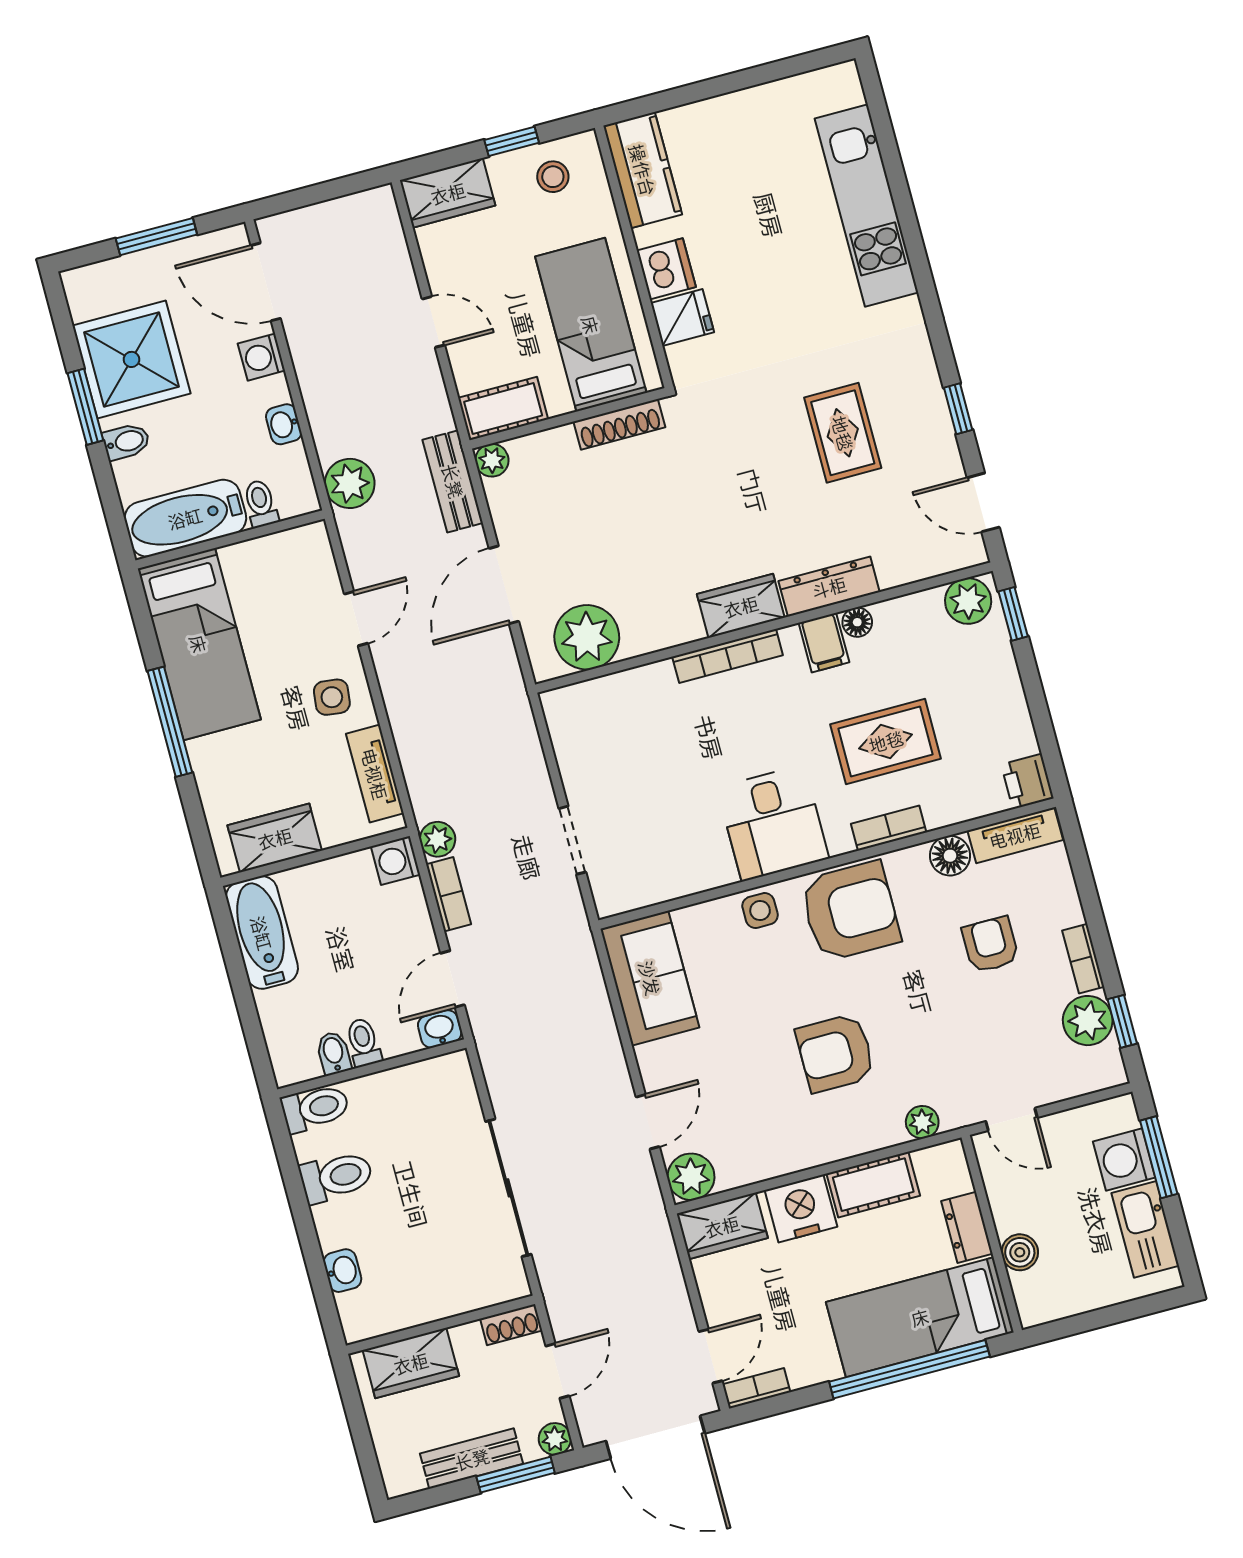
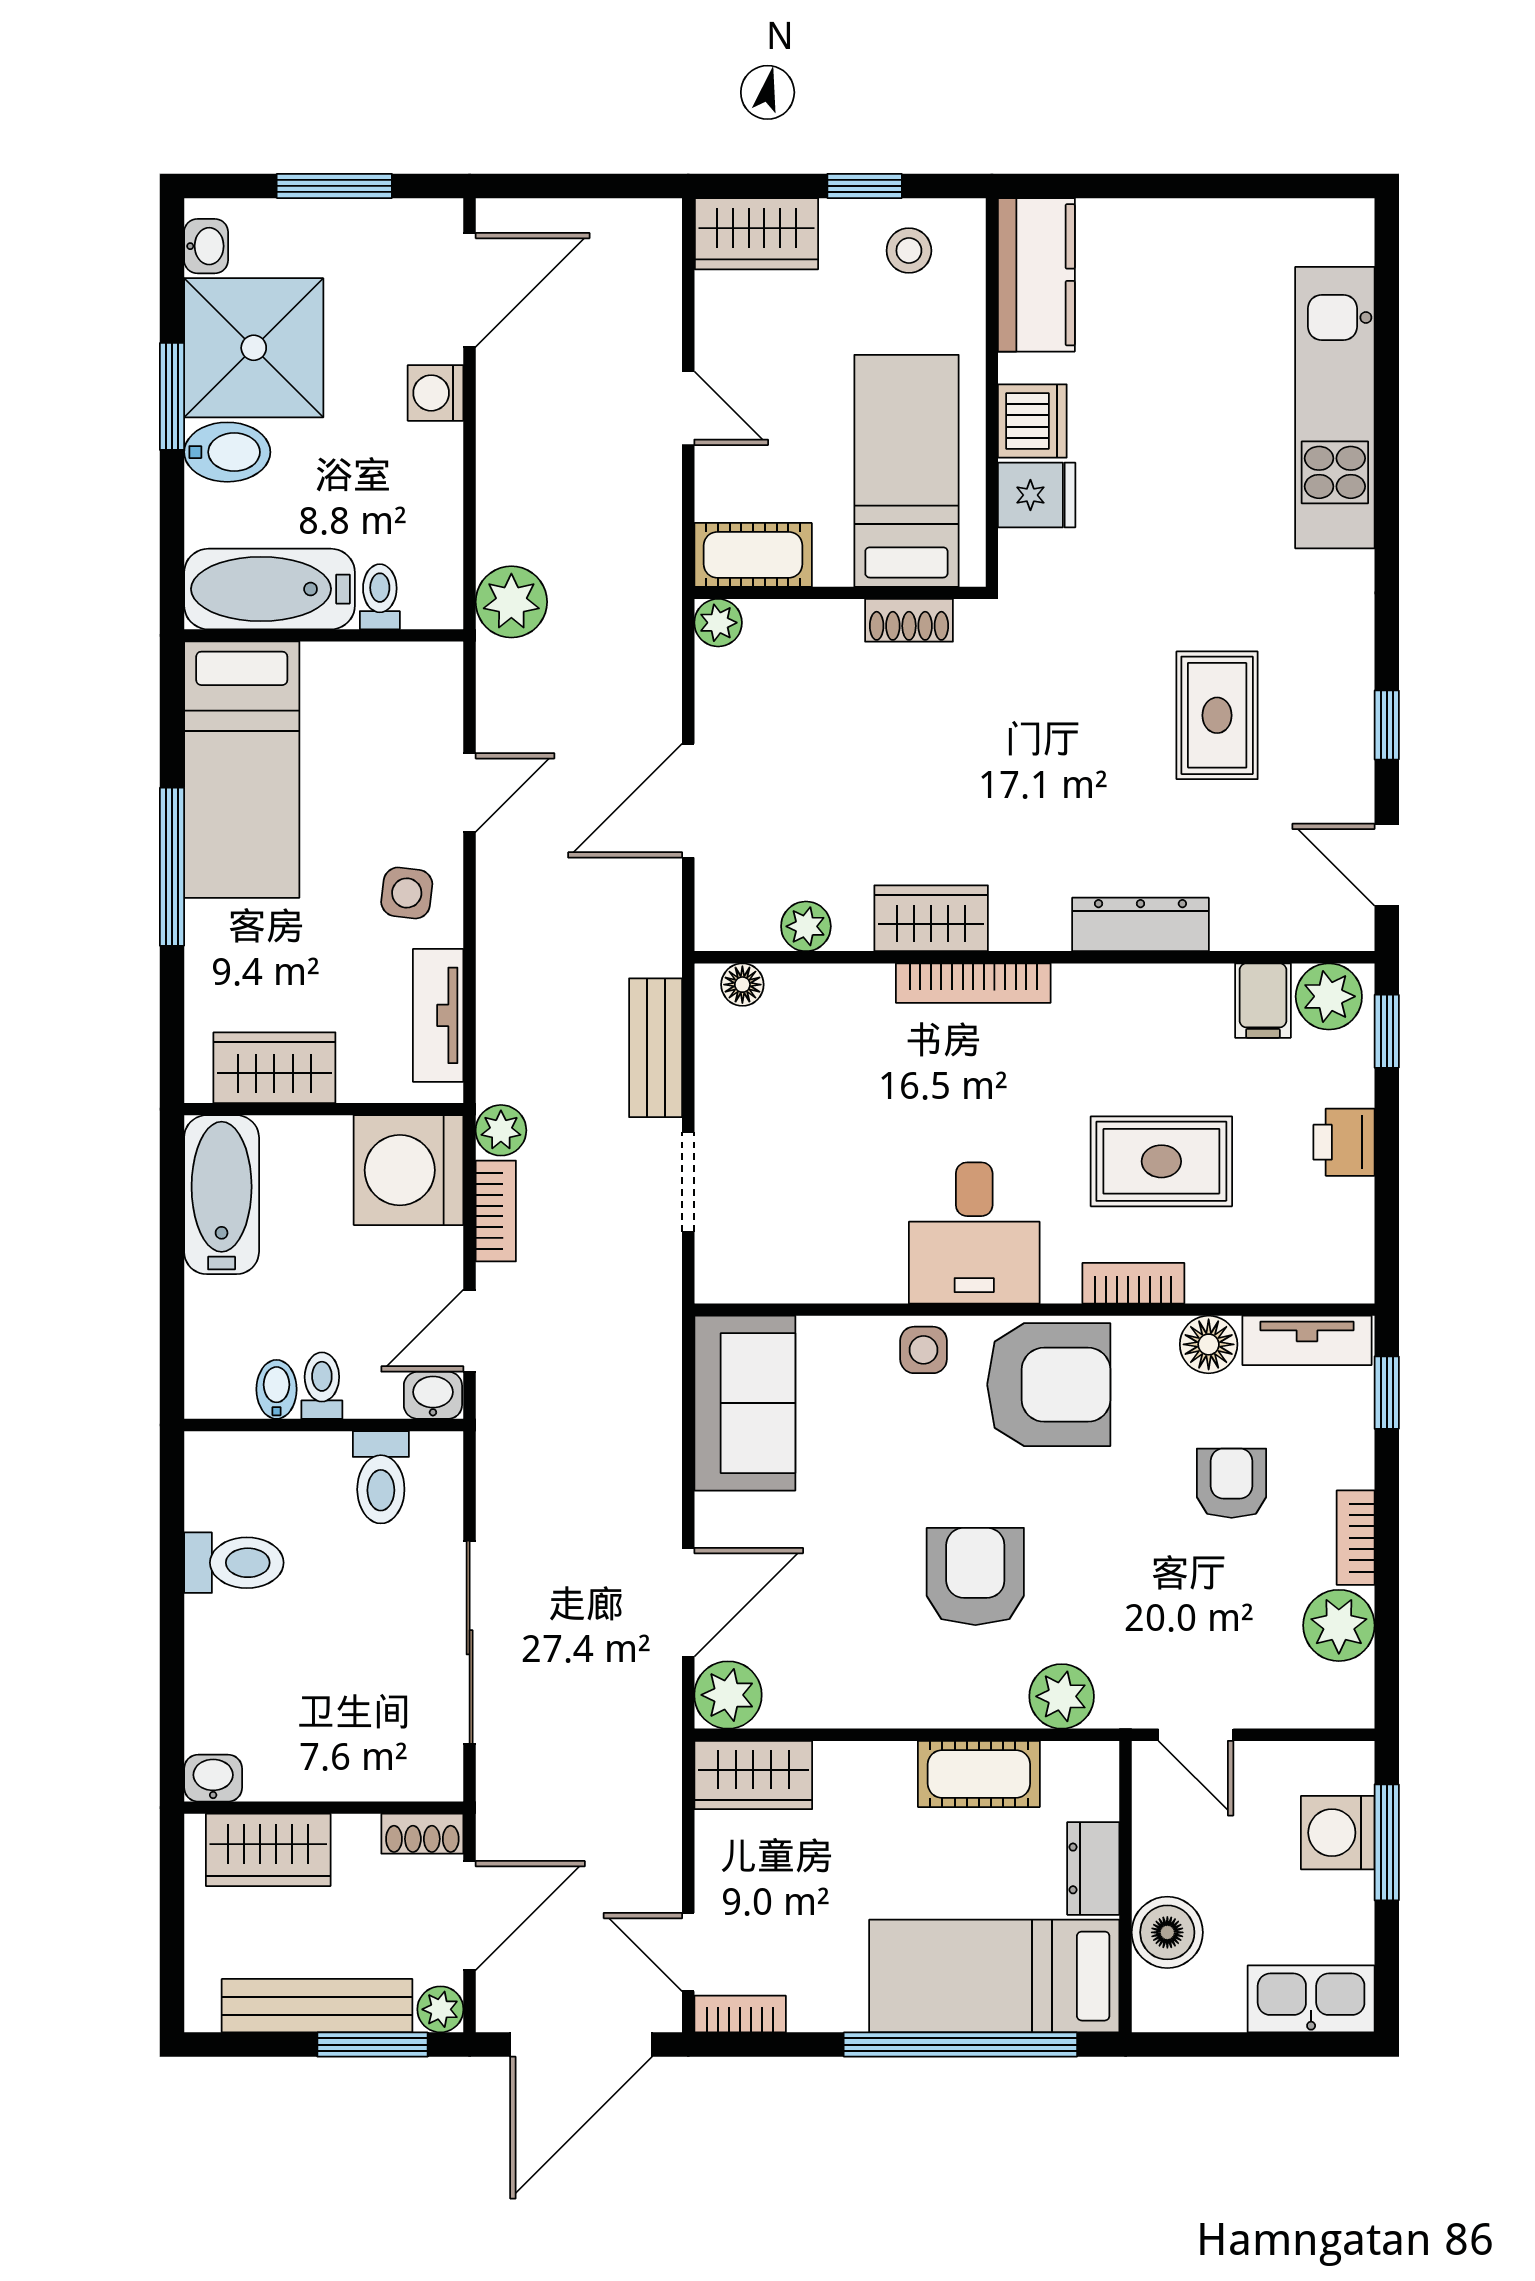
door: (266, 282) -> (470, 290), swing flipped
washbasin: (284, 424) -> (206, 246), moved, turned 180
shoe rack: (619, 424) -> (909, 620), width x0.70
bidet: (126, 442) -> (227, 452), width x1.38, depth x1.36
bench: (453, 481) -> (656, 1048), moved
wardrobe: (741, 606) -> (931, 918), moved
floor lamp: (857, 622) -> (742, 985), moved
plant: (587, 637) -> (806, 926), width x0.53, depth x0.53
filing cabinet: (824, 643) -> (1263, 1001), moved
printer: (1027, 781) -> (1344, 1142), moved
washing machine: (395, 861) -> (409, 1170), width x1.89, depth x1.89
window: (1122, 1021) -> (1387, 1393), moved
armchair: (835, 1053) -> (975, 1576), turned 90
toilet: (315, 1108) -> (381, 1477), moved, turned 90
door: (648, 1122) -> (688, 1602), width x1.38
plant: (922, 1122) -> (1062, 1696), width x1.38, depth x1.38
nightstand: (801, 1208) -> (869, 1780), removed
kitchen sink: (1145, 1229) -> (1311, 1999), moved, turned 90
boiler: (1020, 1252) -> (1167, 1932), width x1.36, depth x1.36
washbasin: (342, 1271) -> (213, 1778), moved, turned -90
door: (710, 1356) -> (688, 1952), swing flipped
door: (557, 1371) -> (470, 1916), width x1.38
door: (655, 1437) -> (581, 2045), hinge flipped
bench: (472, 1459) -> (317, 2006), width x1.36

